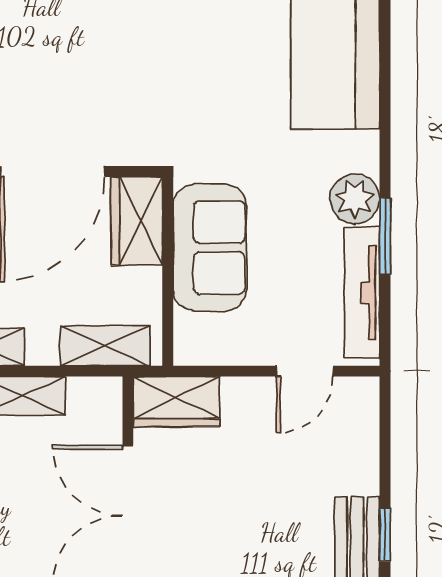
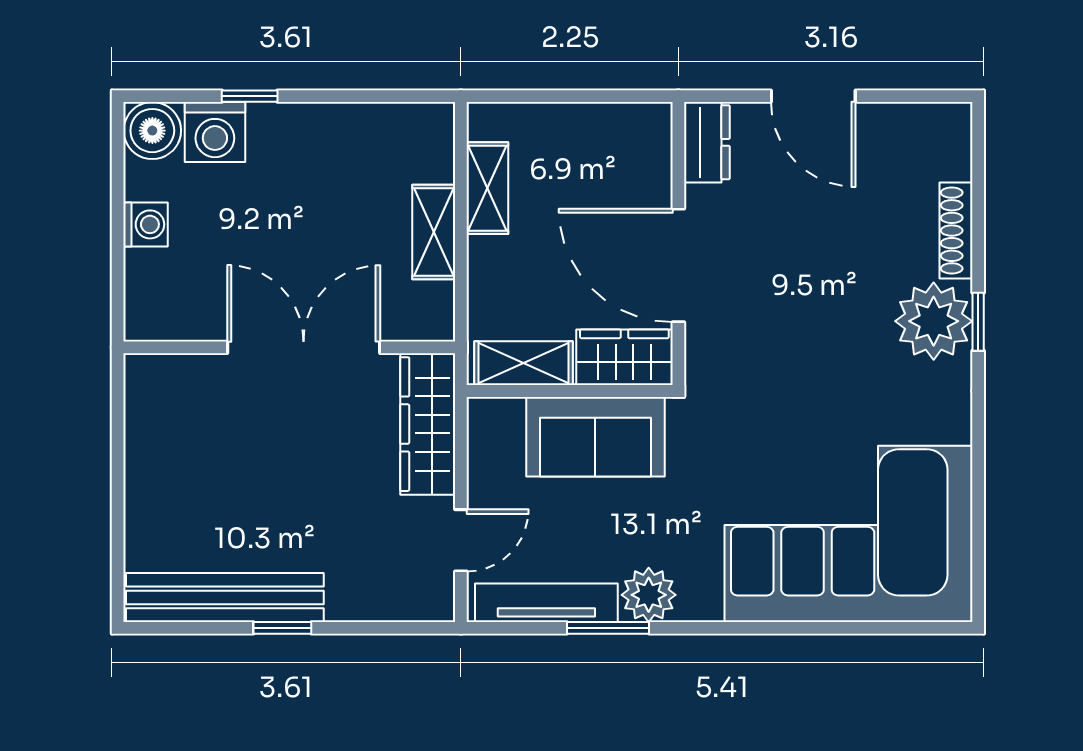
shelving: (105, 346) -> (523, 363), moved, turned 90
door: (305, 371) -> (461, 540), swing flipped
wardrobe: (176, 402) -> (428, 424), width x1.50

